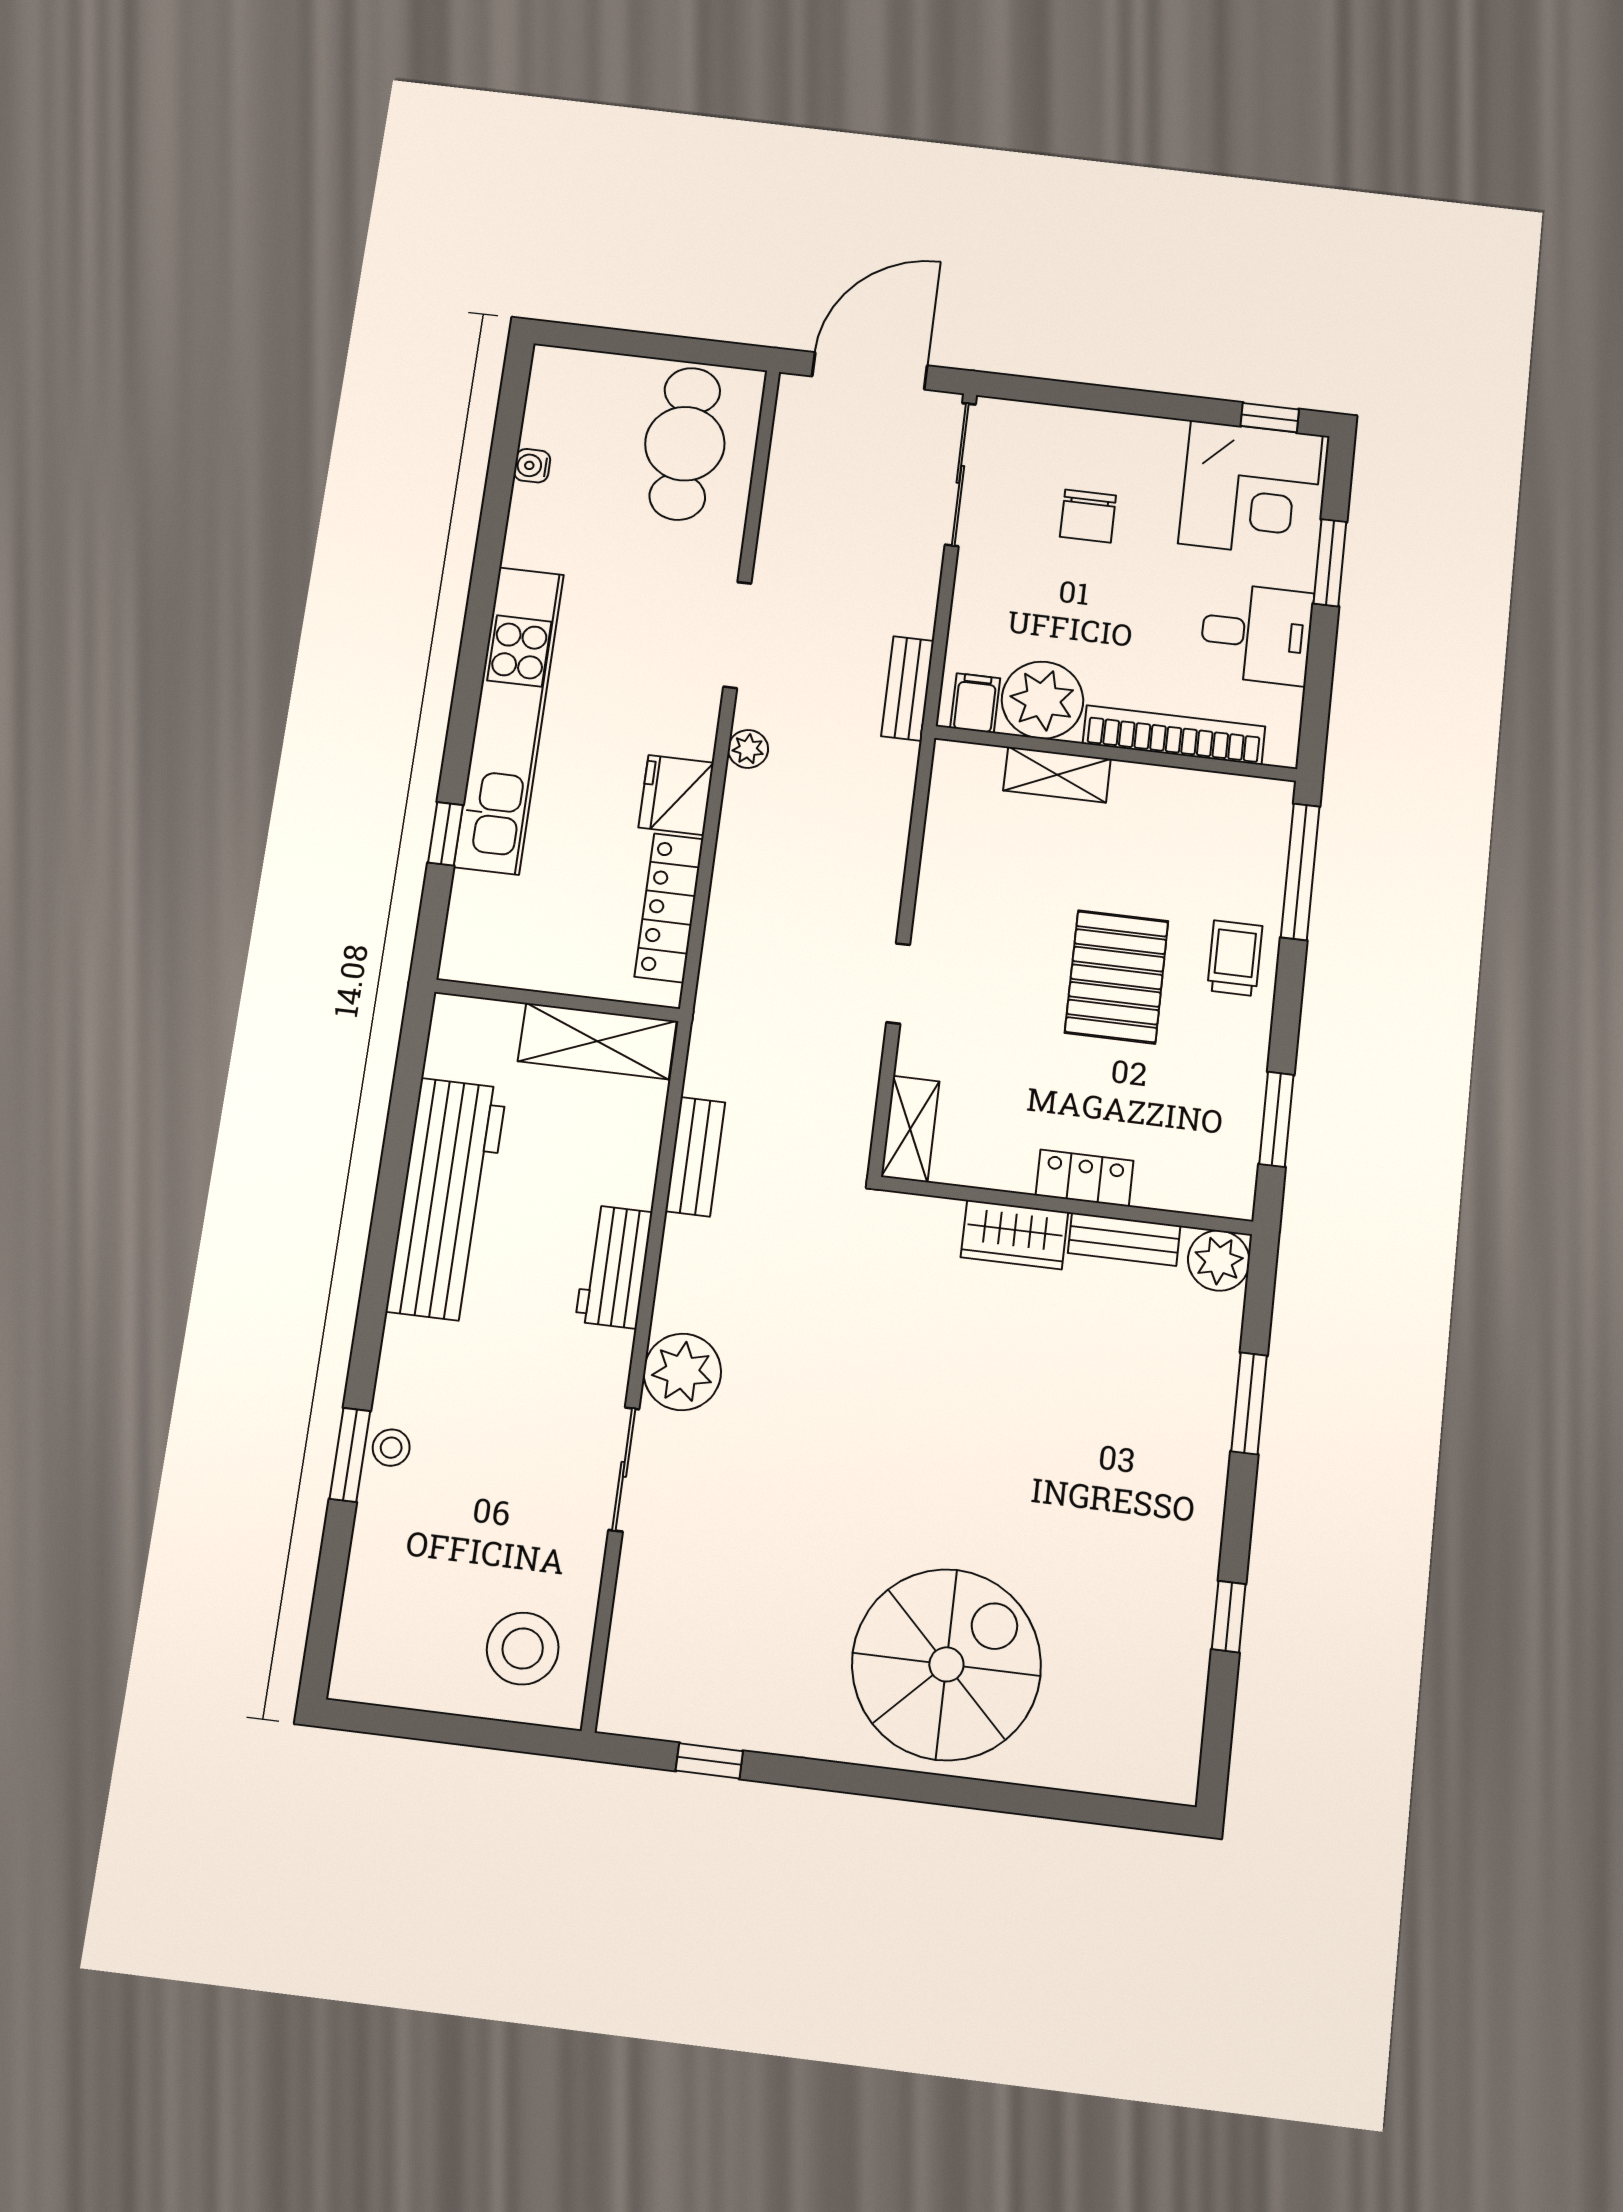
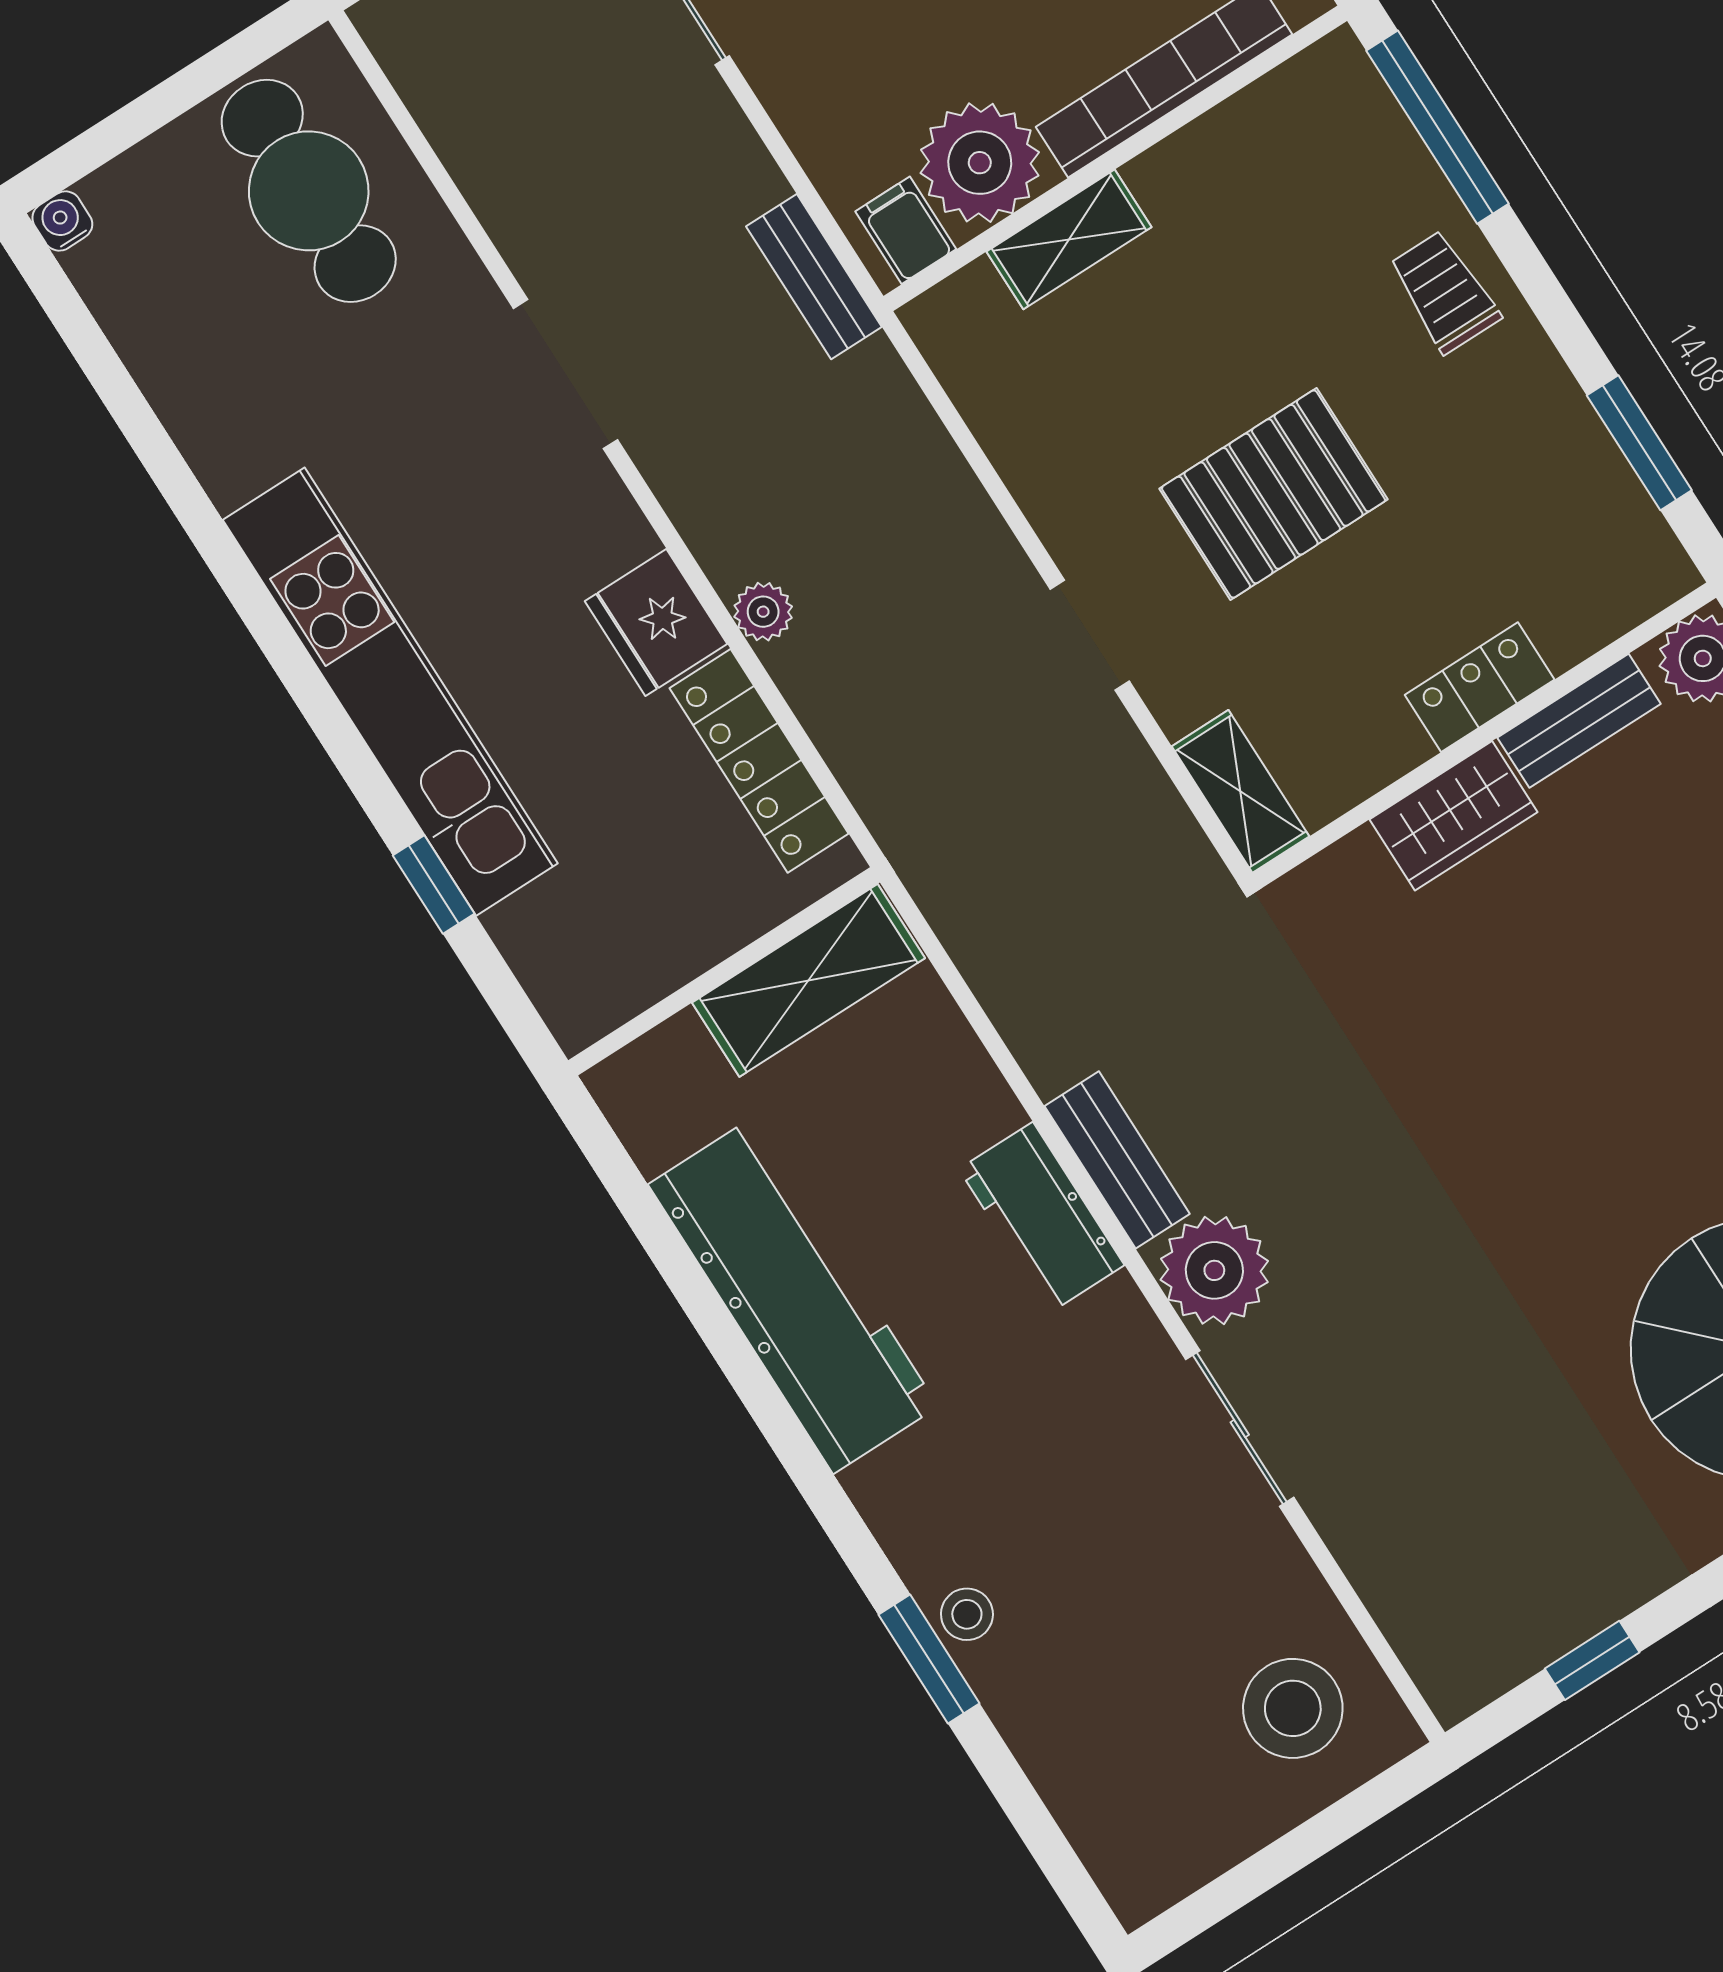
water cooler: (532, 466) -> (62, 221), moved, turned 90
plant: (748, 749) -> (763, 612), moved
pallet: (1117, 977) -> (1273, 494), moved, turned 90
bench: (695, 1157) -> (1117, 1160), moved

